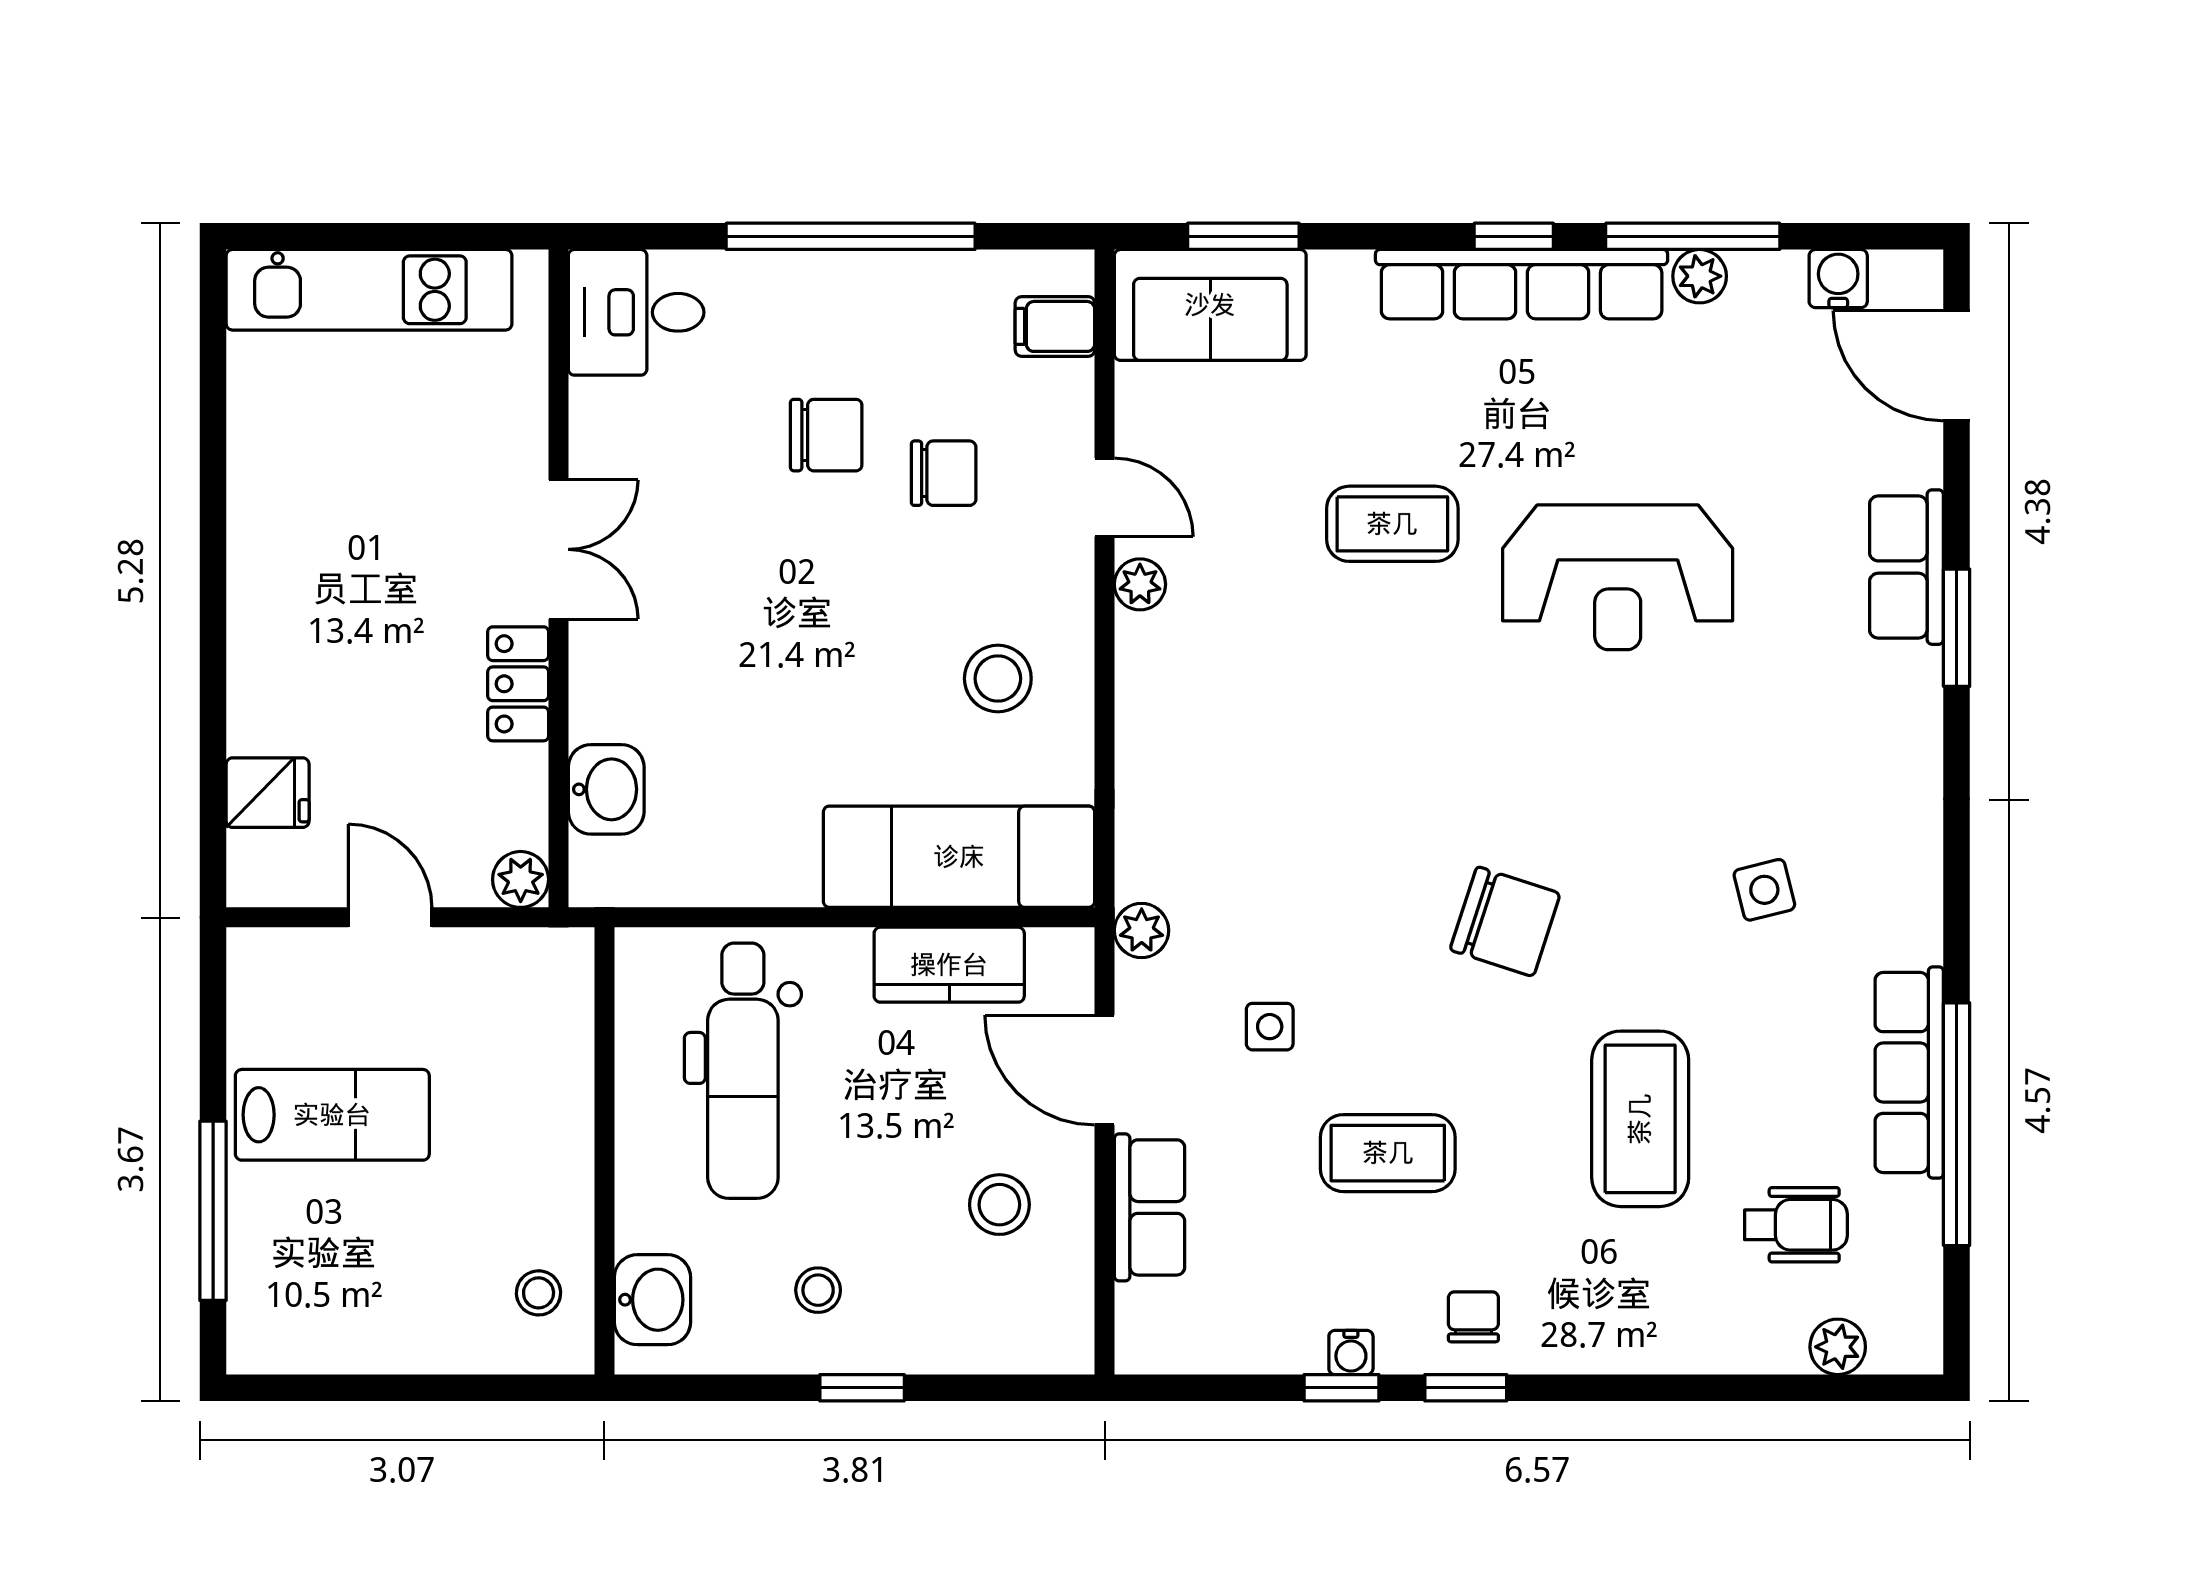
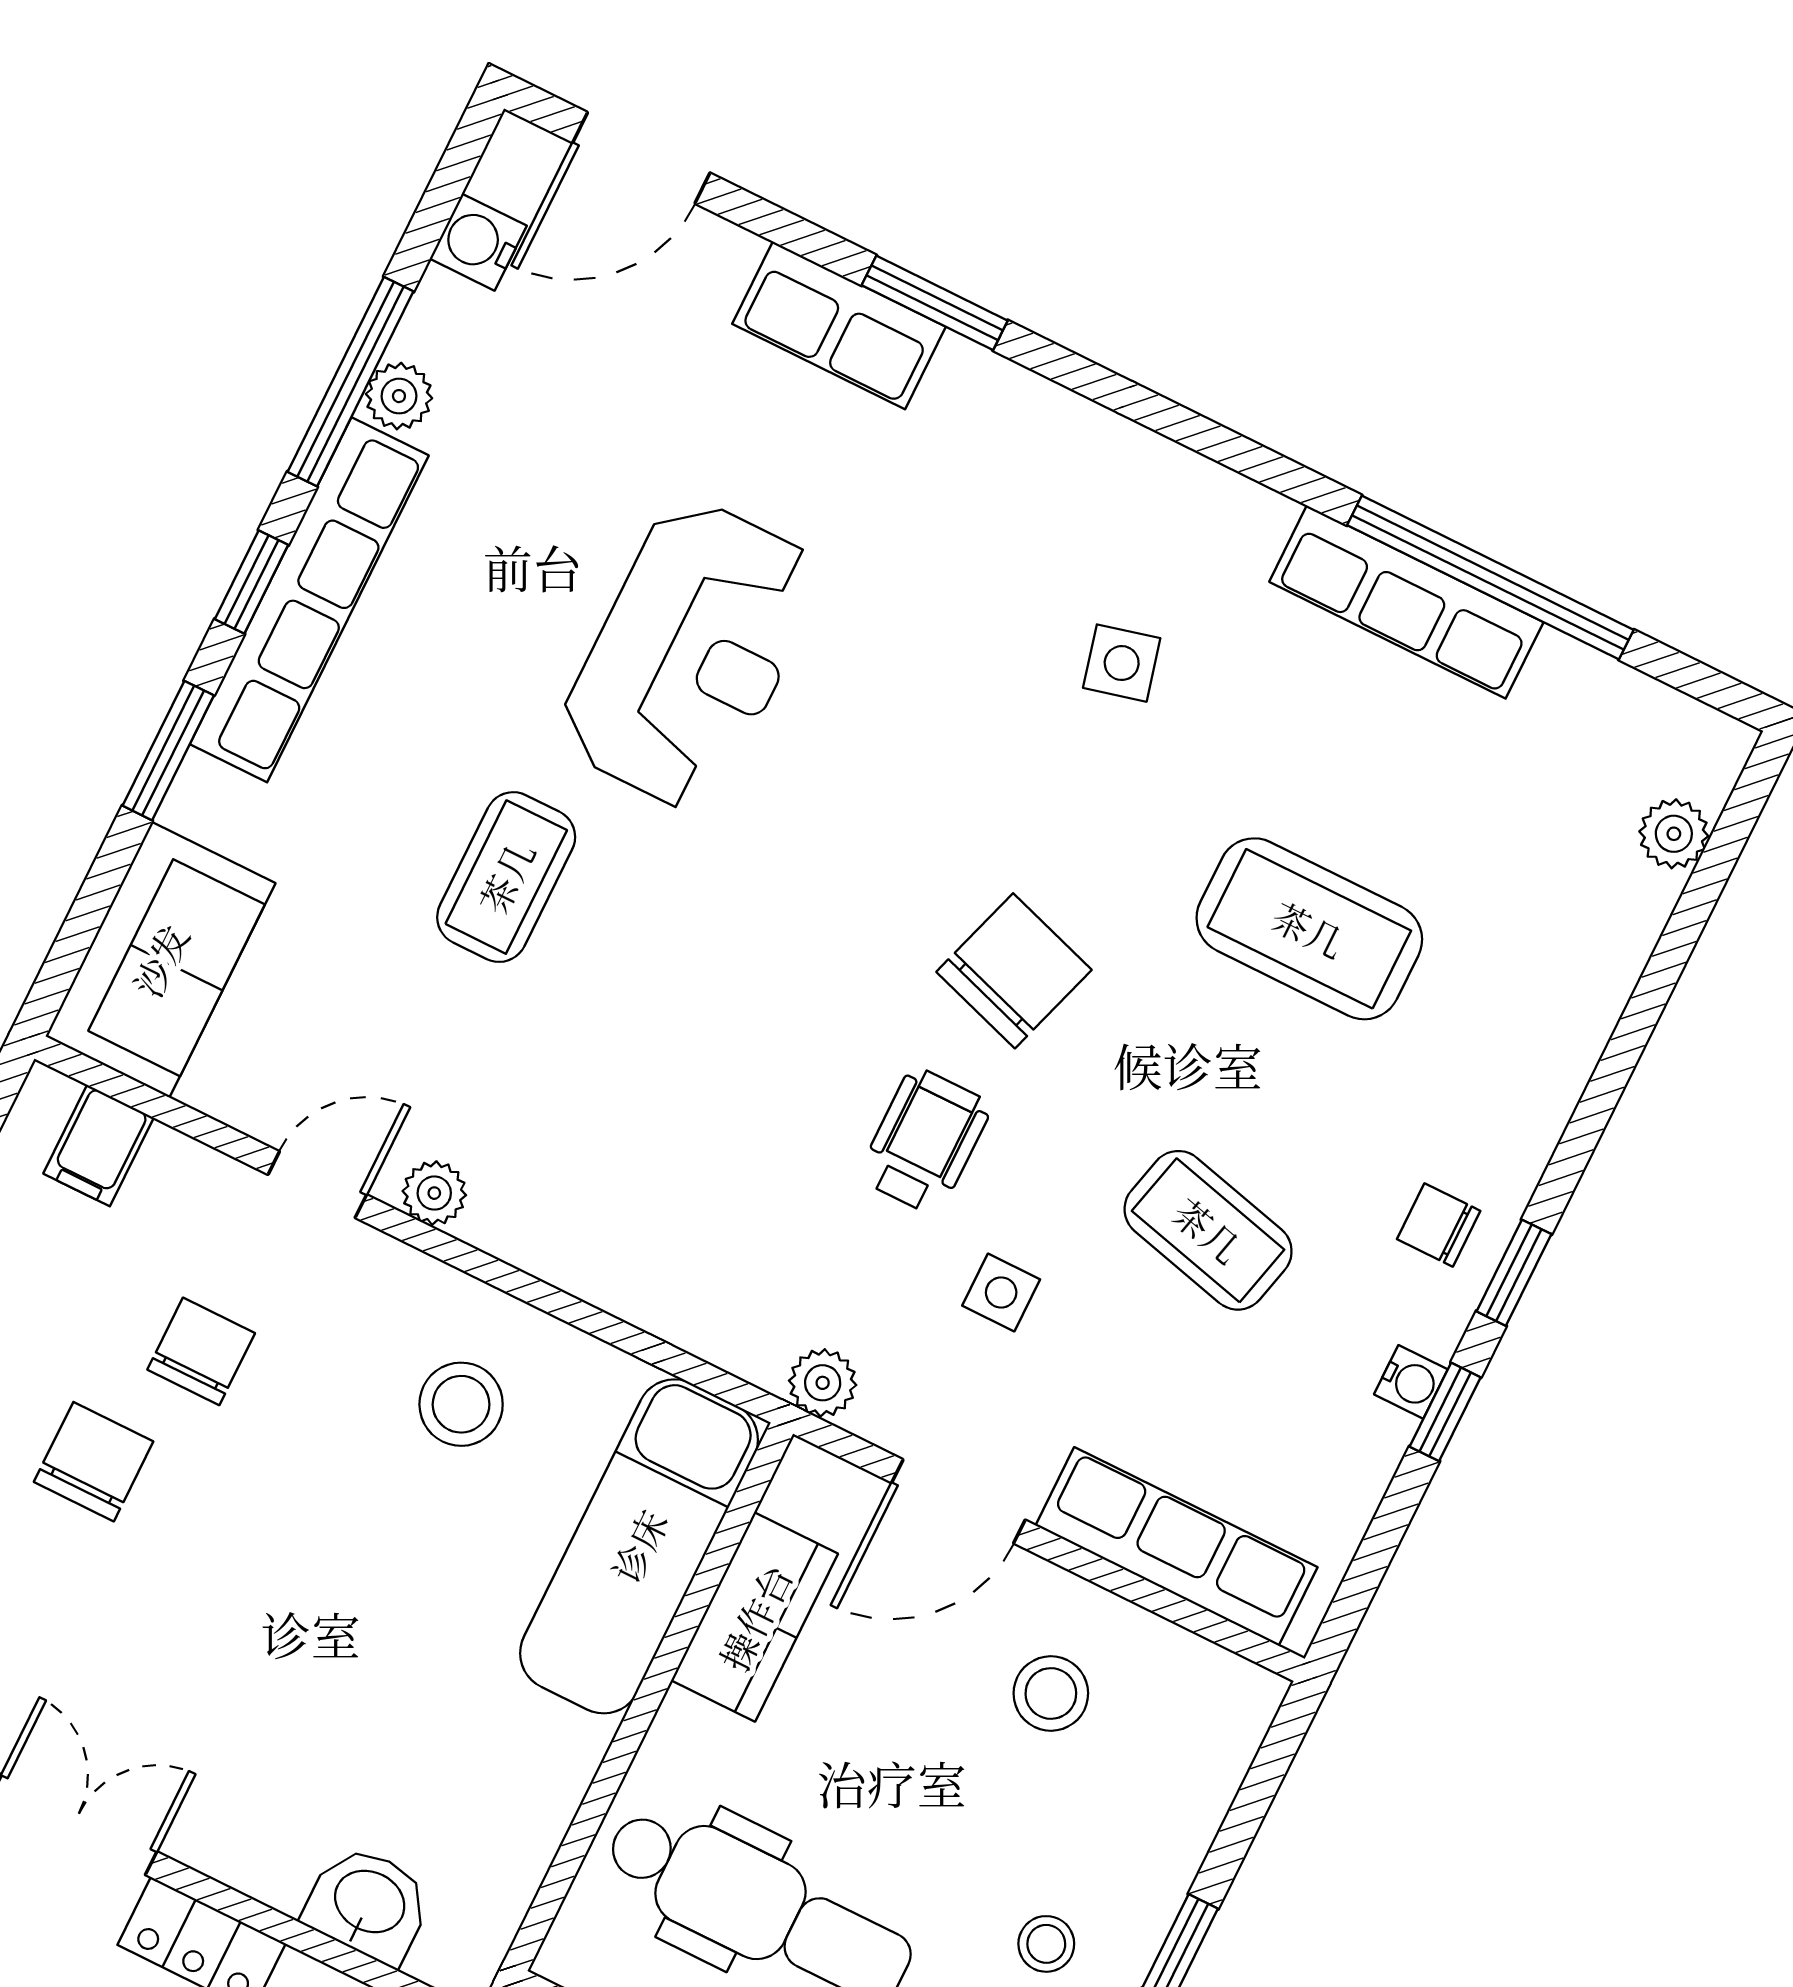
window: (1243, 236) -> (168, 751), moved
coffee table: (1388, 1153) -> (1208, 1230), turned -76
row of seats: (1150, 1207) -> (1176, 1546), width x1.48
wheelchair: (1796, 1225) -> (925, 1141), moved

